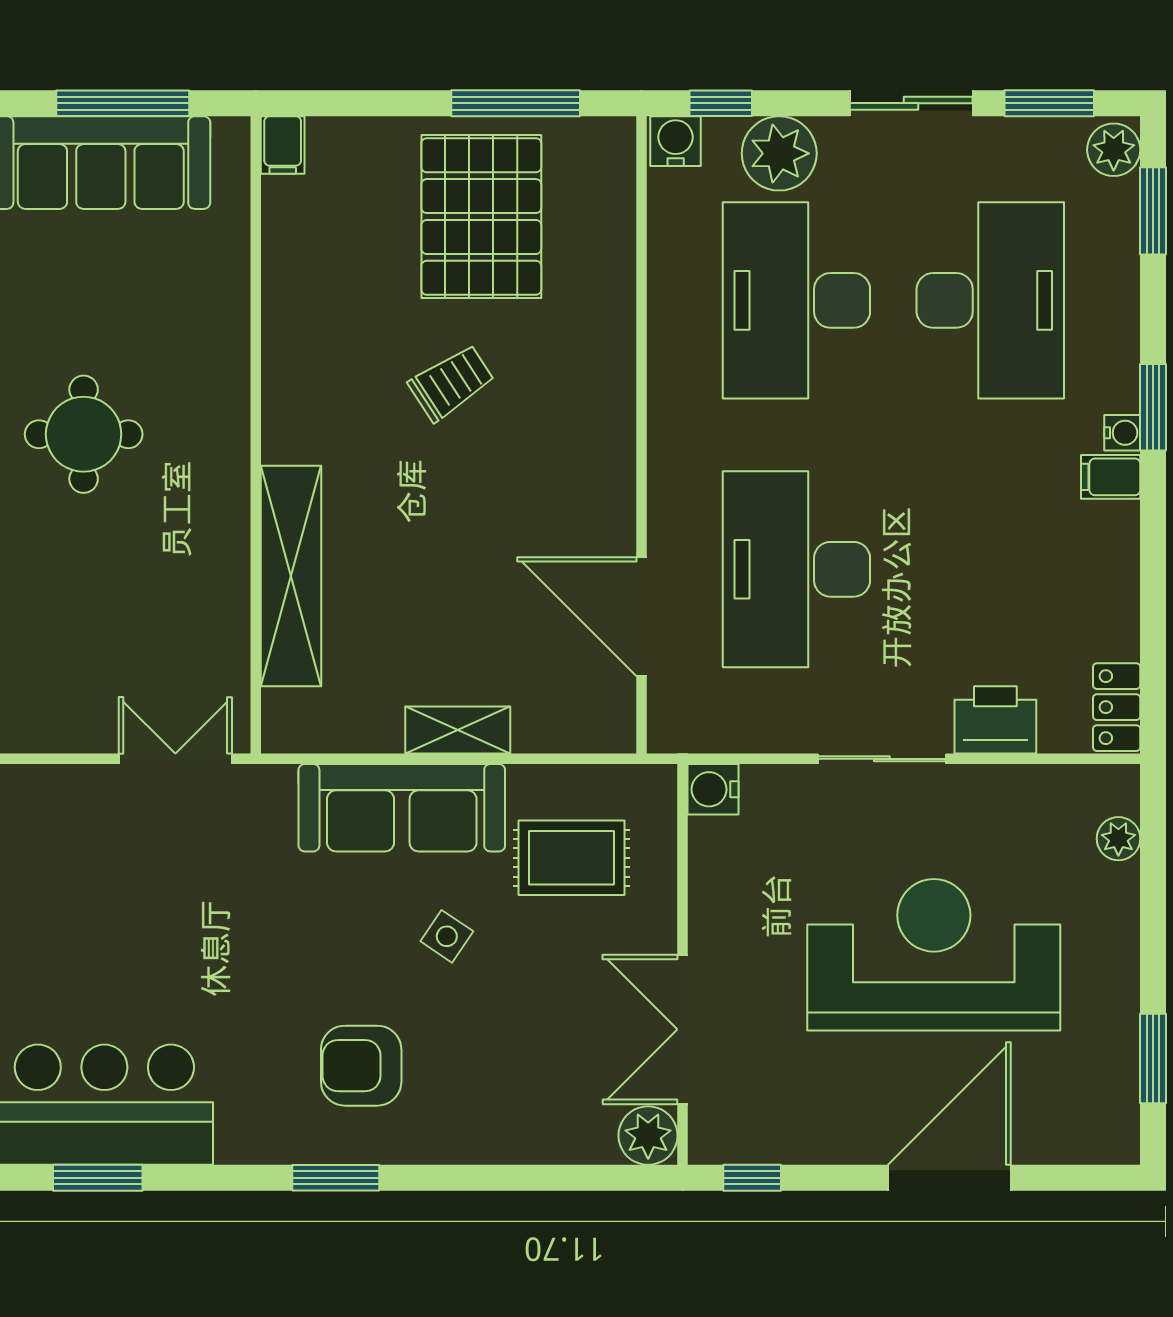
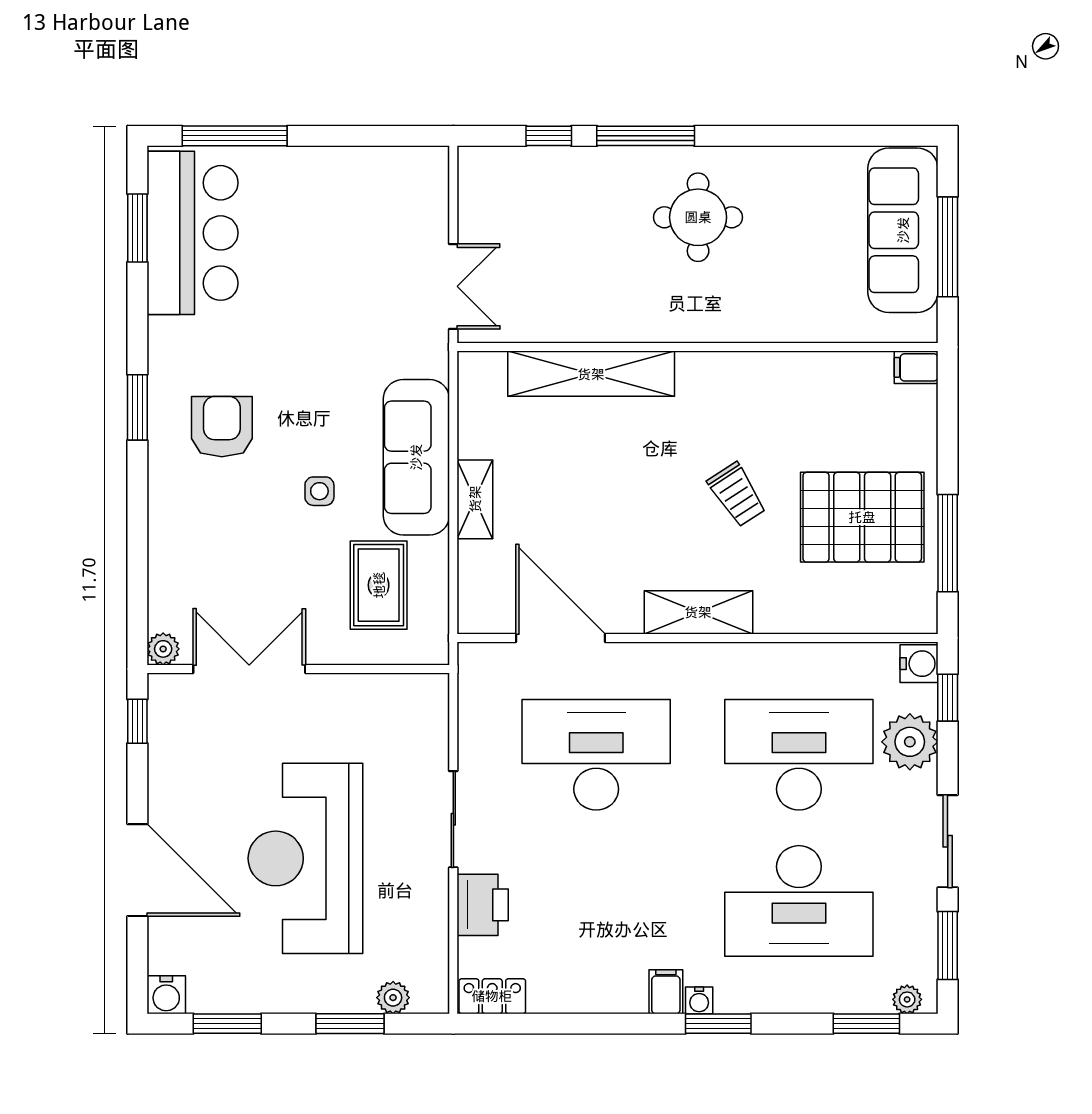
plant: (1114, 150) -> (907, 999), width x0.73, depth x0.73
shelving: (608, 434) -> (698, 612), added
door: (641, 617) -> (561, 638), hinge flipped
water cooler: (713, 789) -> (166, 995), moved, turned 180
window: (1153, 896) -> (350, 1024), added
side table: (447, 936) -> (319, 491), turned -34
reception desk: (934, 955) -> (305, 858), turned 180
plant: (648, 1136) -> (163, 649), width x0.73, depth x0.73

